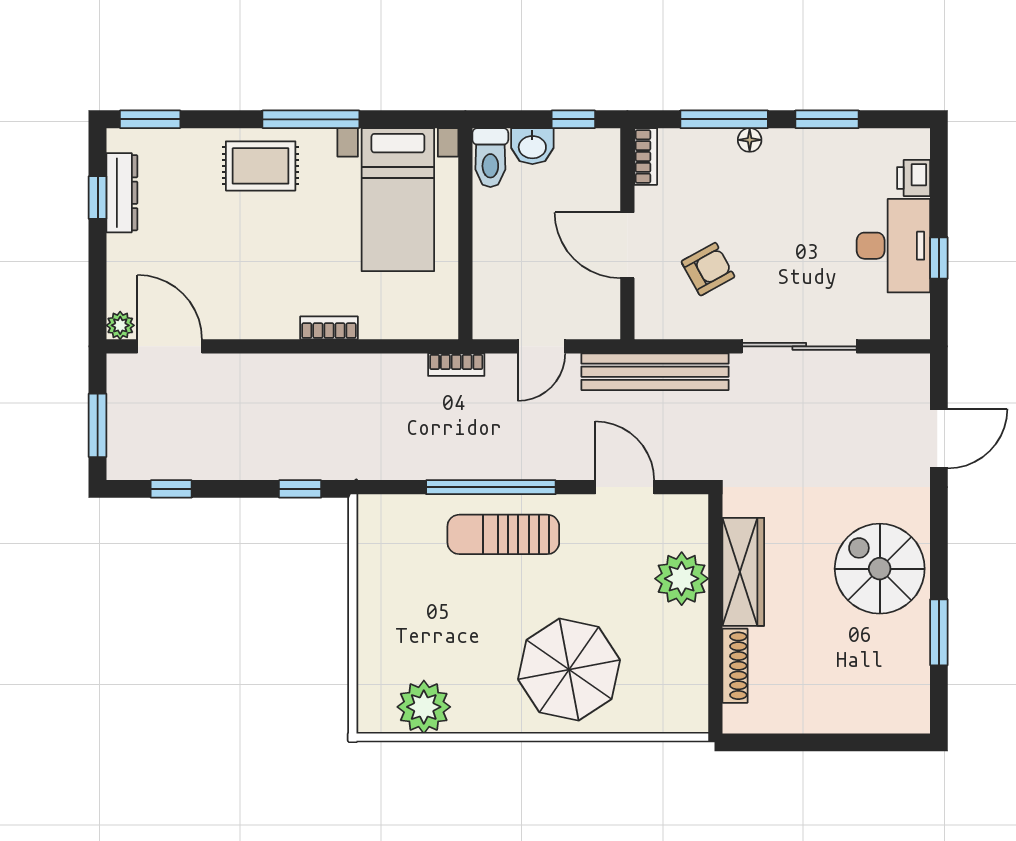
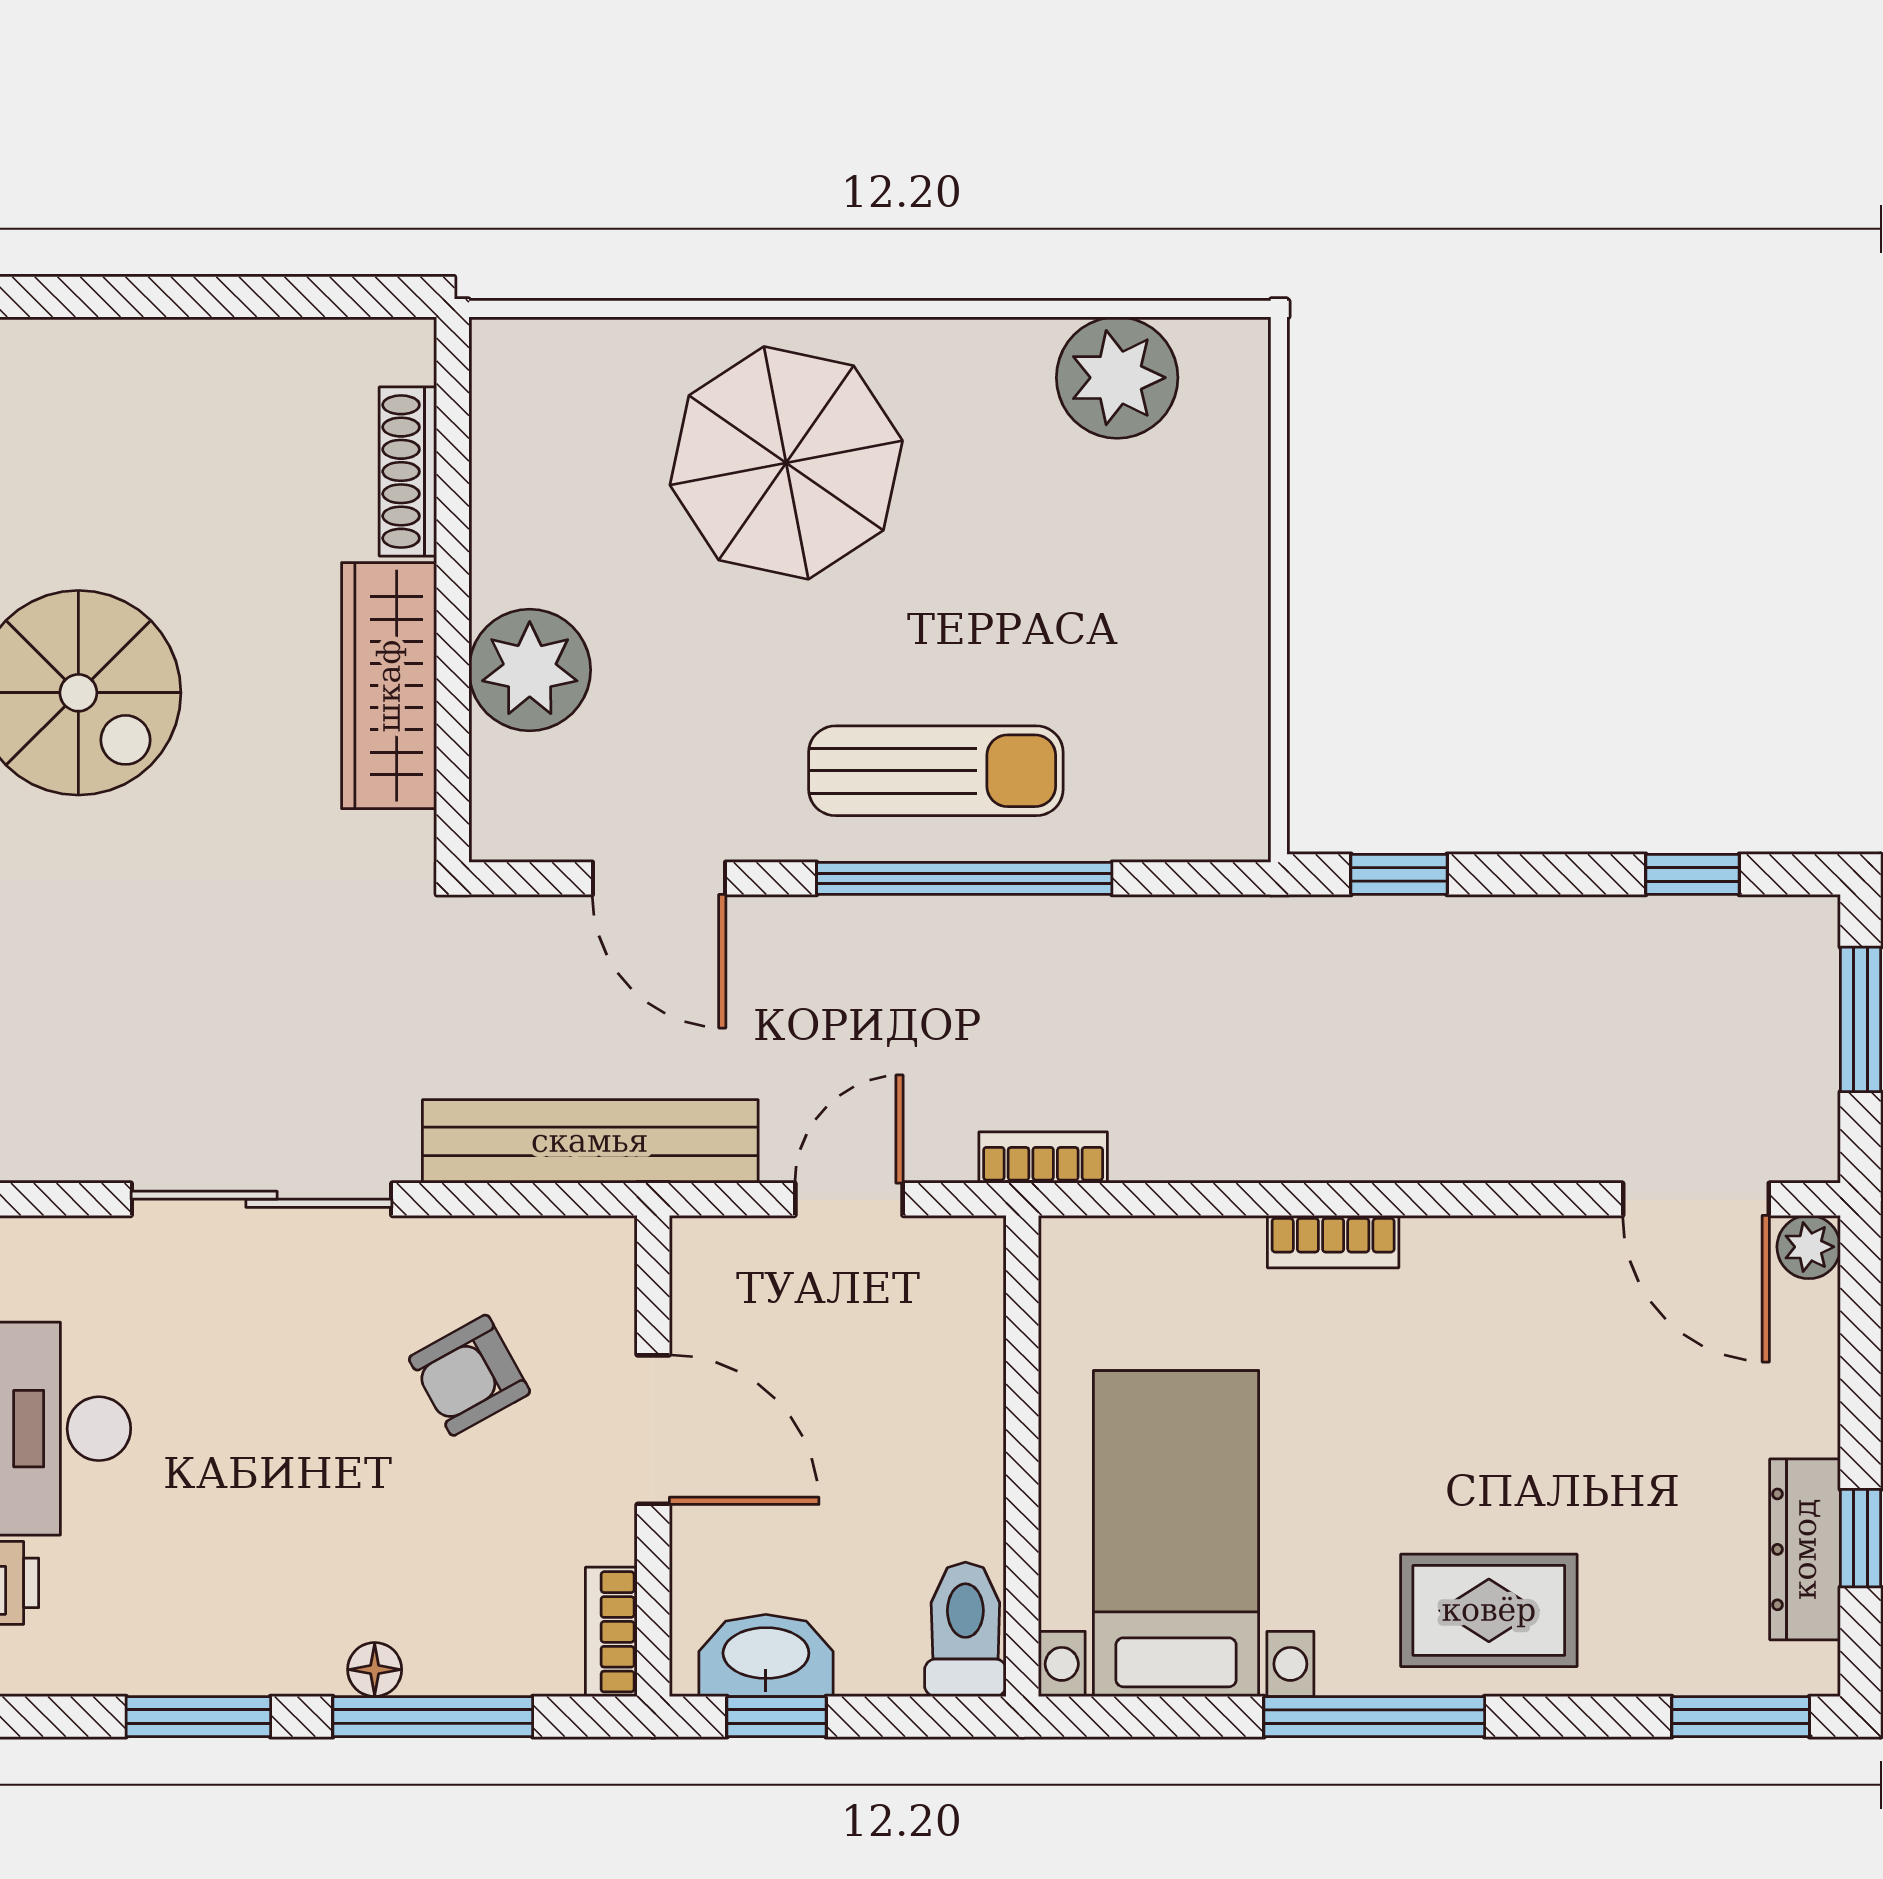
washbasin: (532, 146) -> (766, 1656), moved, width x1.38

